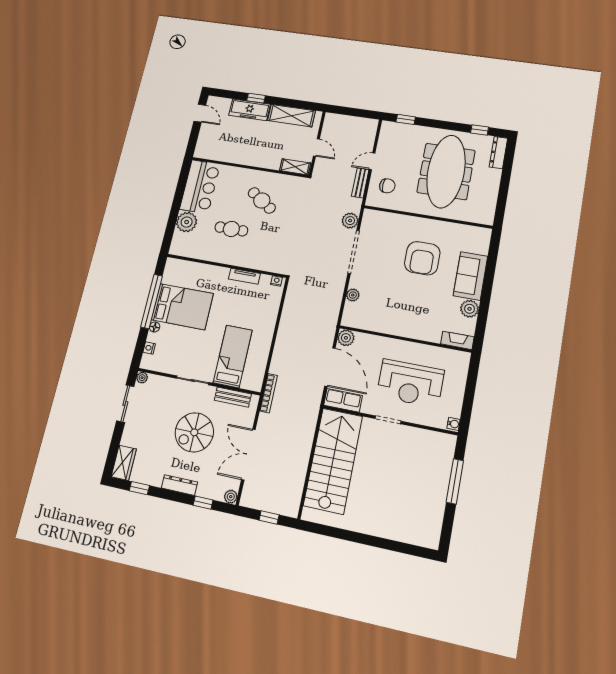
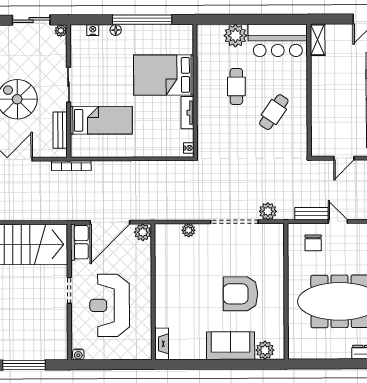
shelving: (295, 167) -> (318, 40), moved
bed: (182, 307) -> (164, 75), moved, turned 90
plant: (470, 309) -> (265, 350), moved

